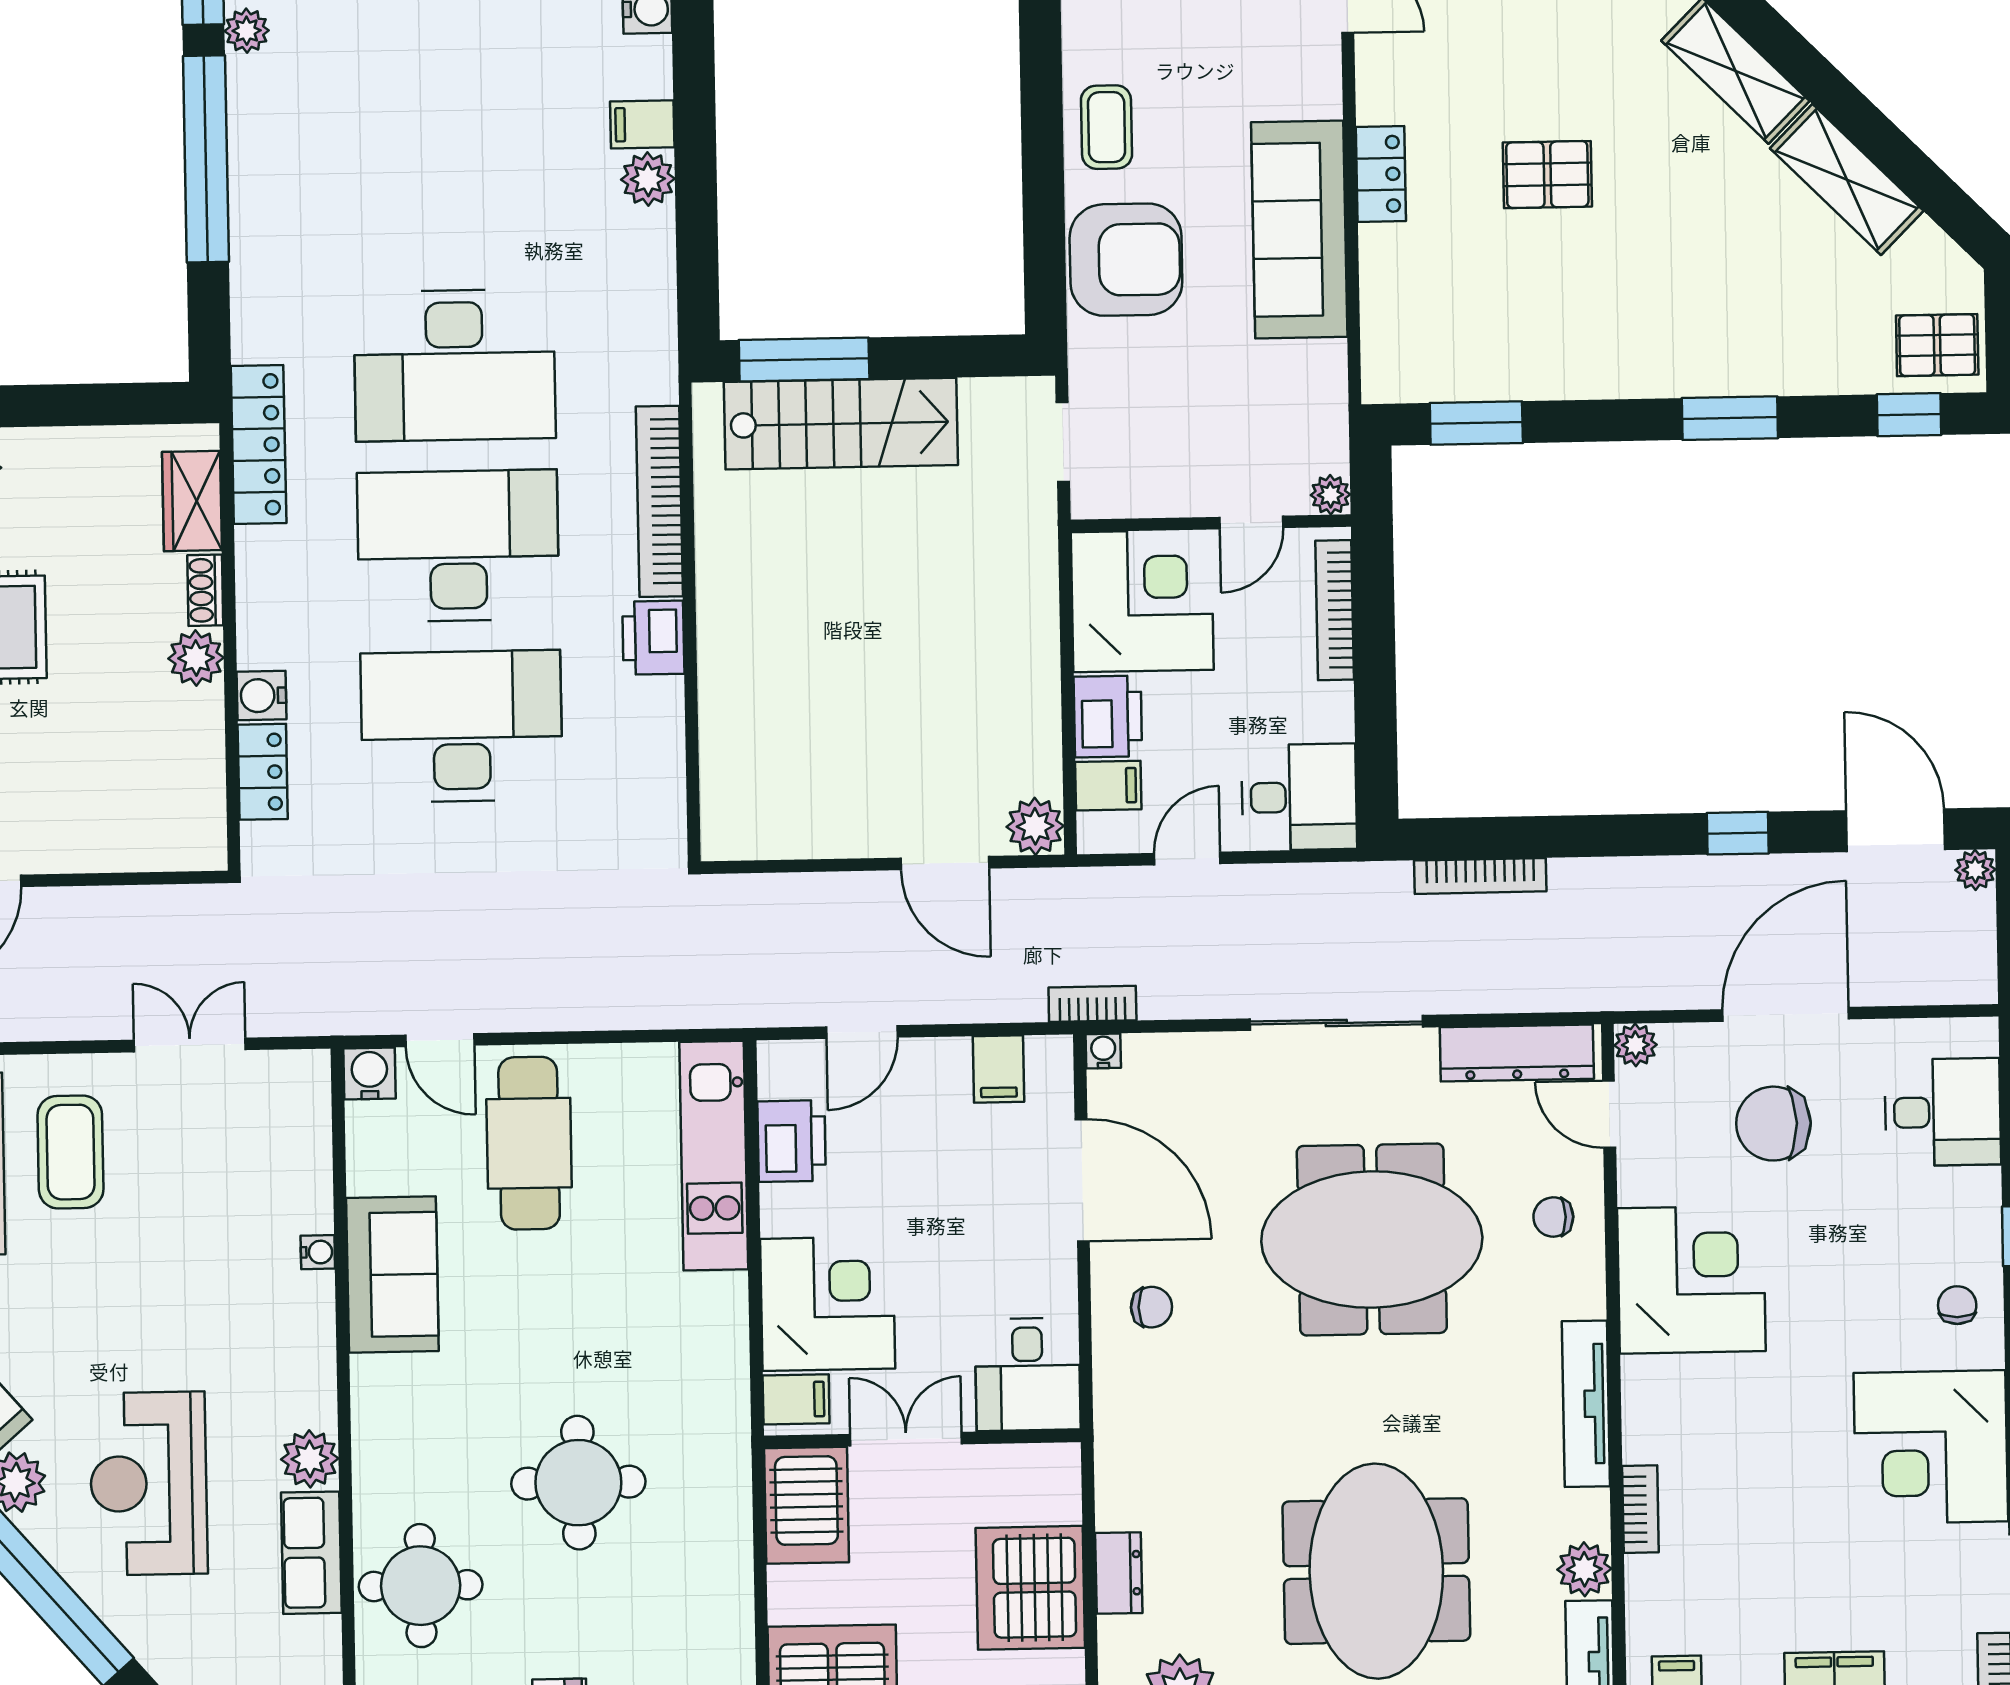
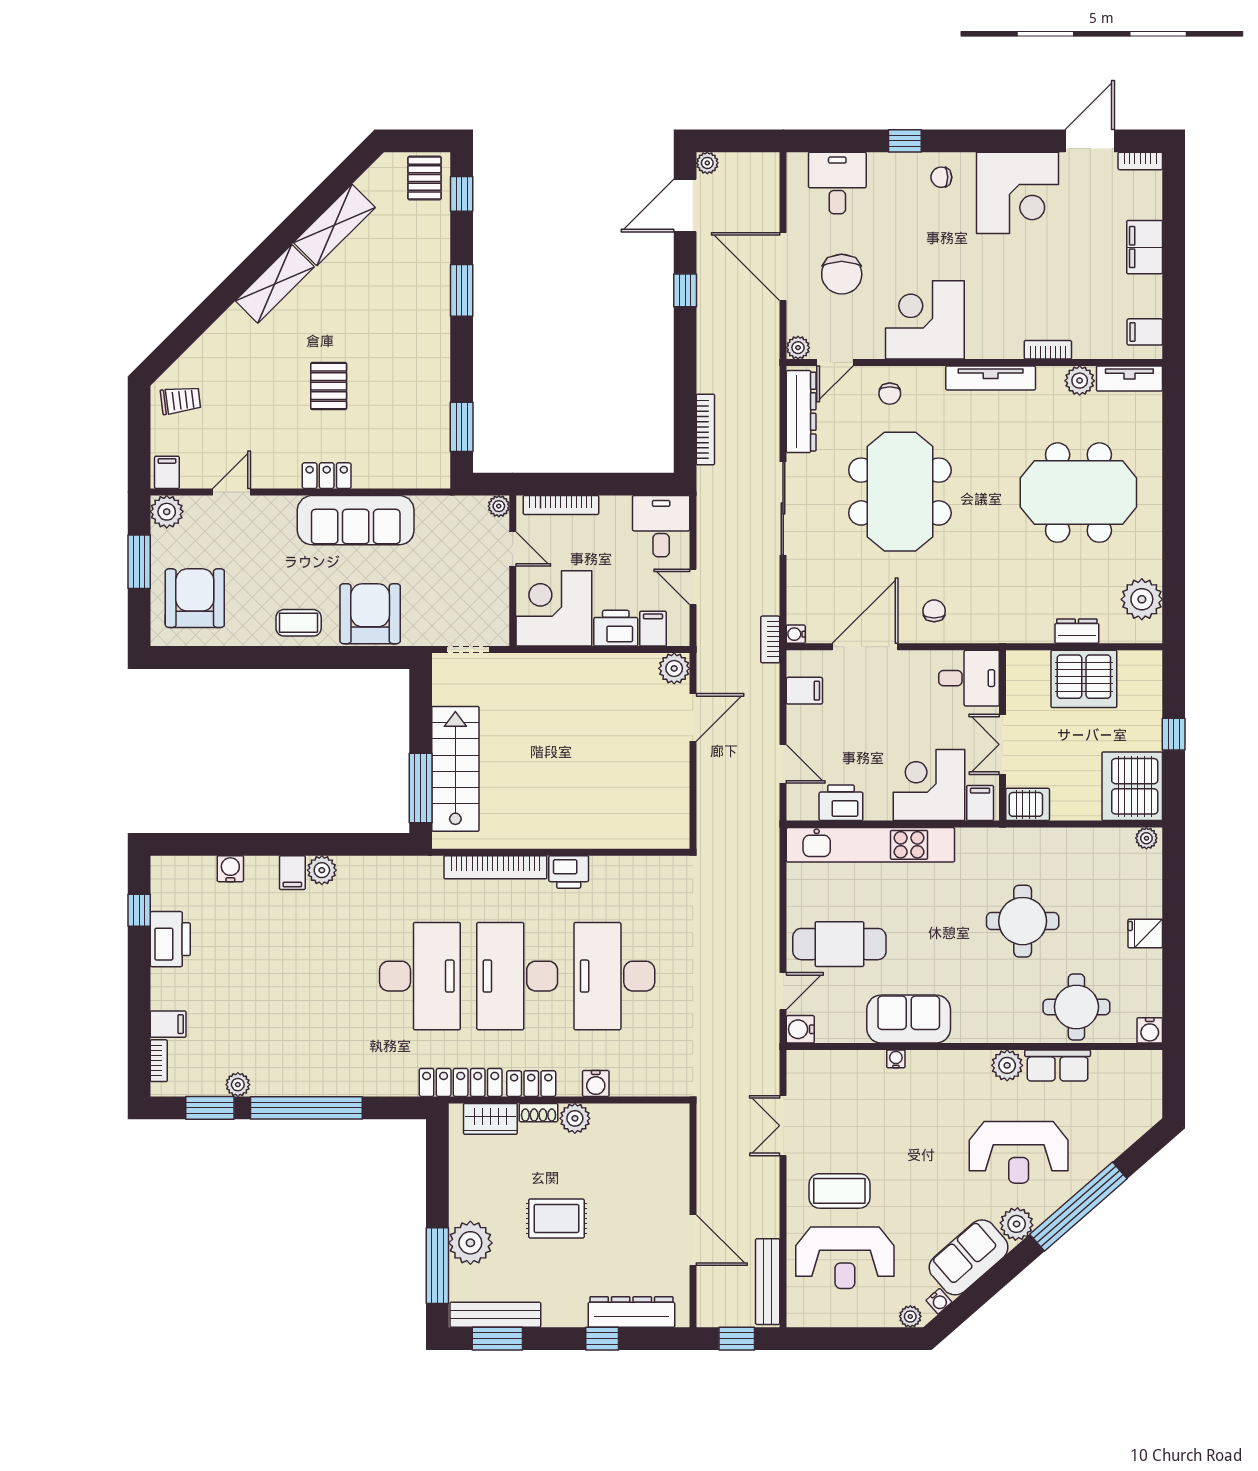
locker: (263, 772) -> (531, 1084), moved
kitchen unit: (714, 1156) -> (870, 845), width x1.36
server rack: (807, 1505) -> (1028, 804), width x0.73, depth x0.70

